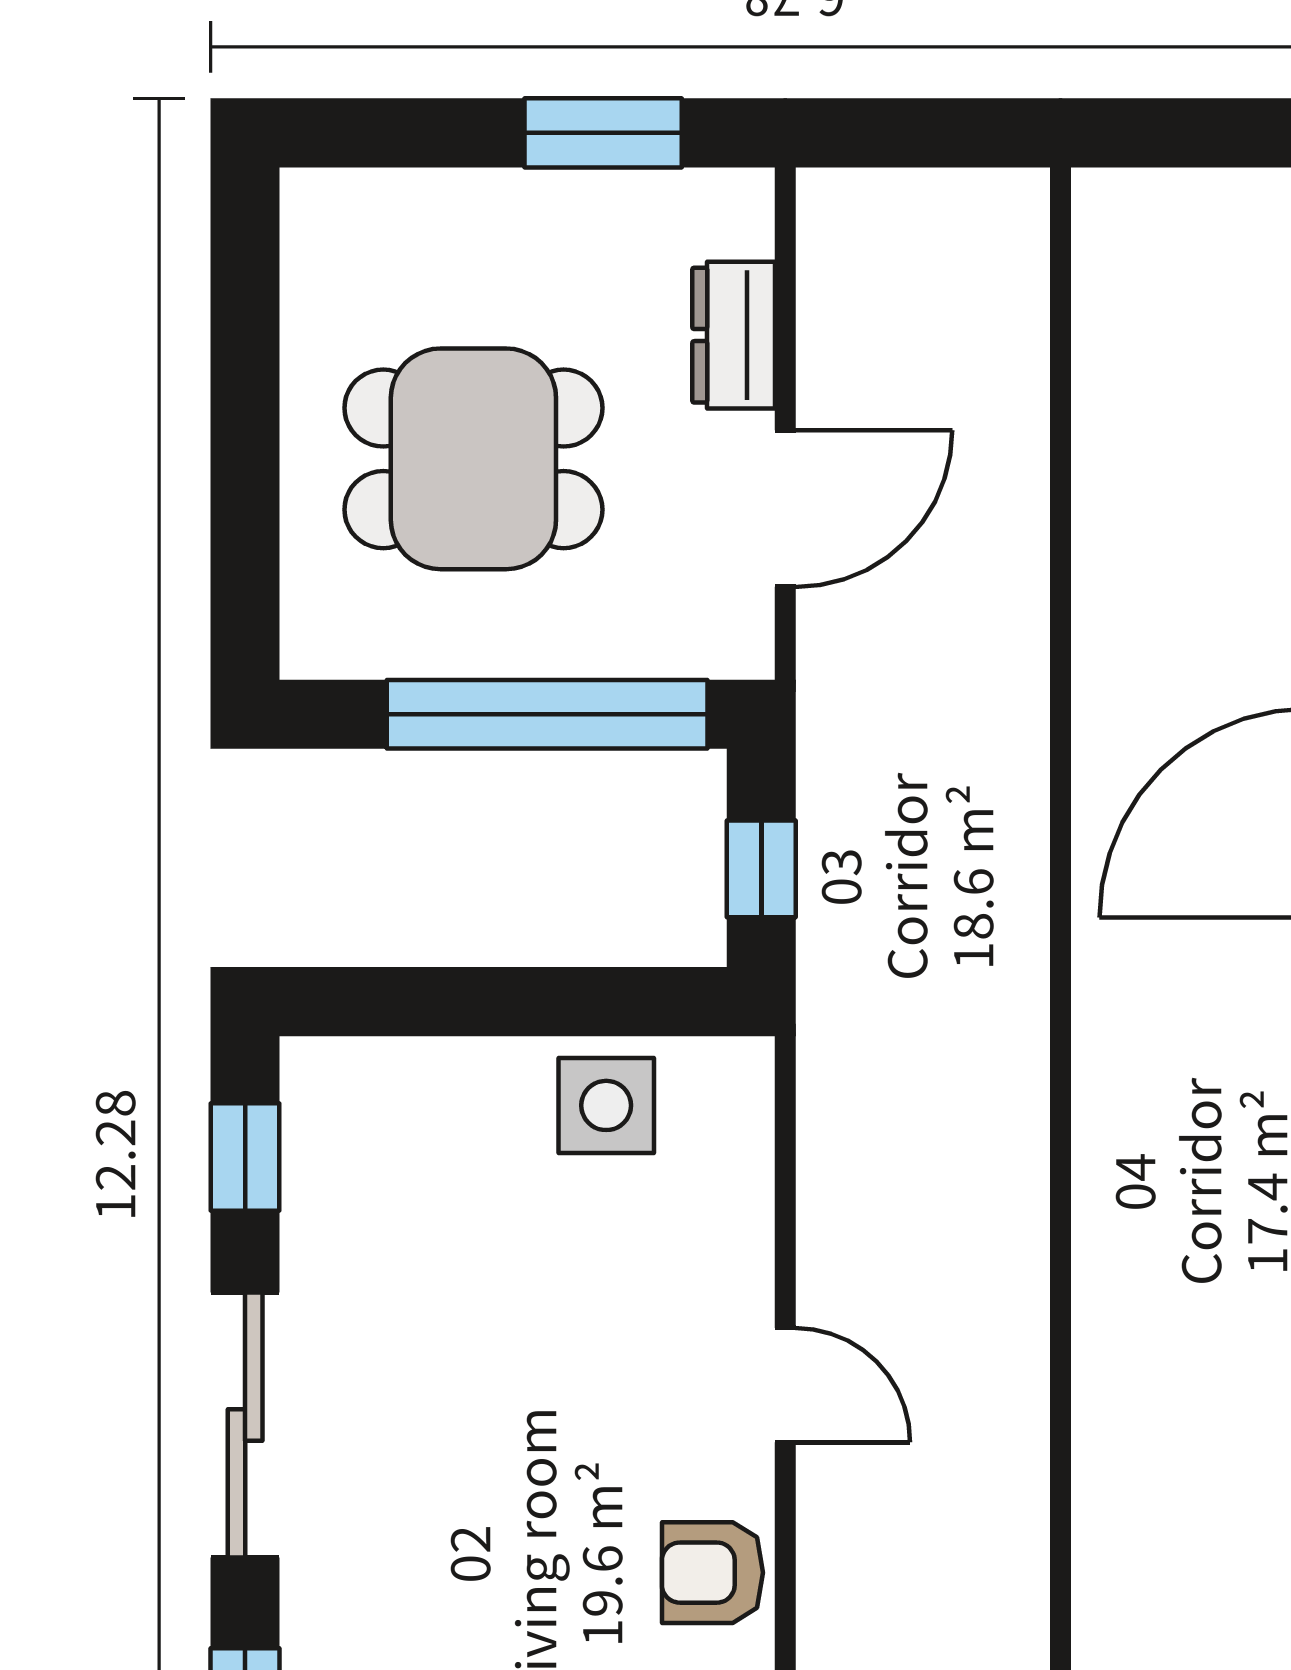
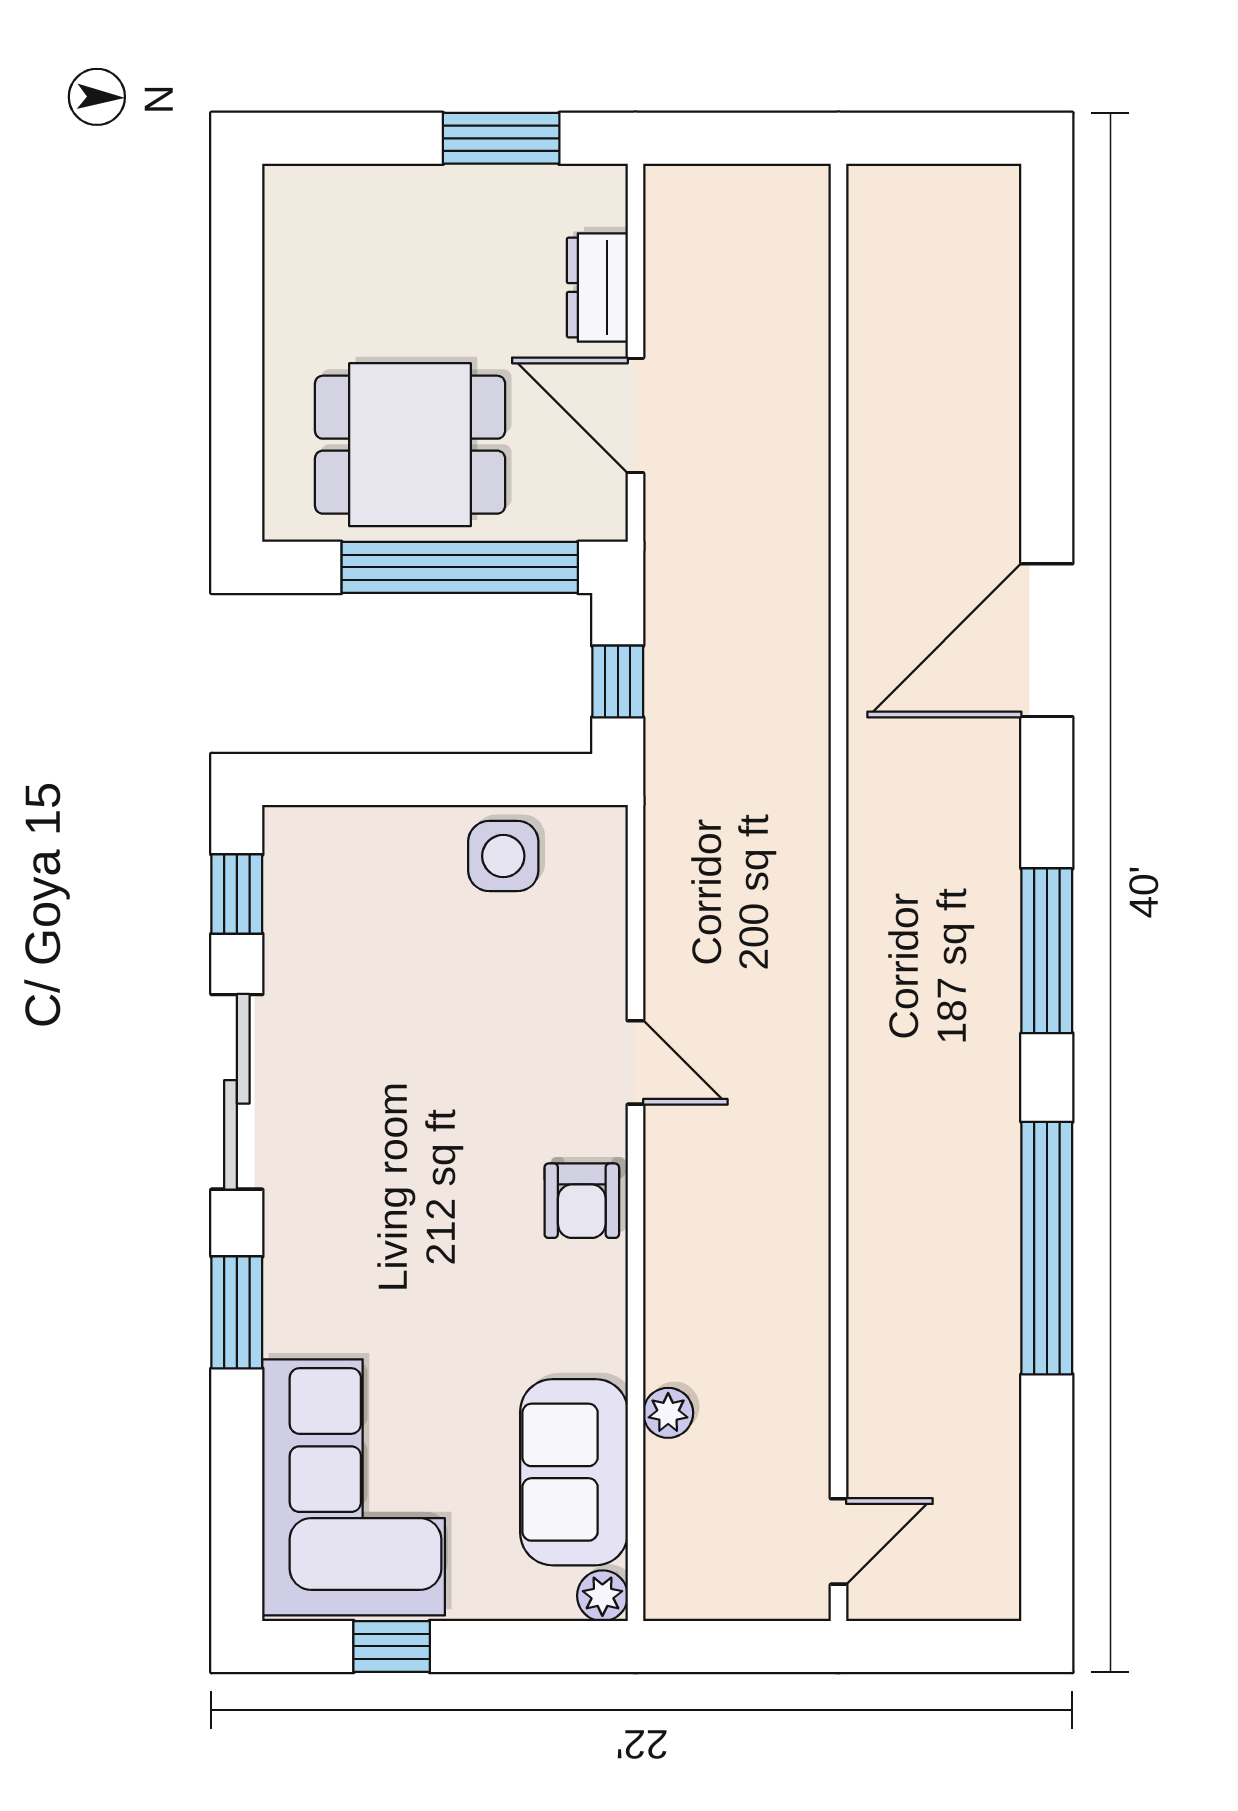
dining table: (473, 459) -> (410, 445), moved
door: (785, 508) -> (635, 415), swing flipped
armchair: (712, 1573) -> (582, 1201), turned -90

